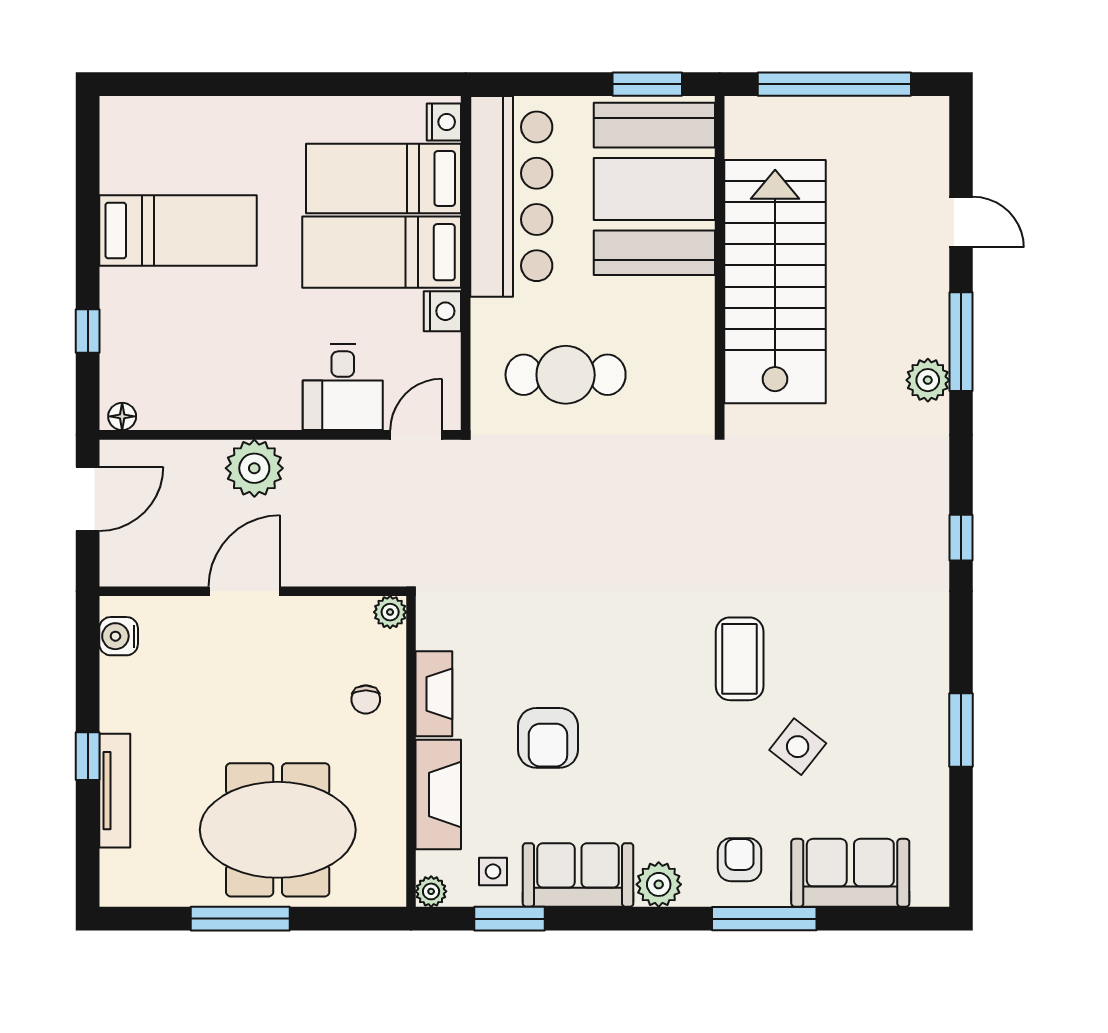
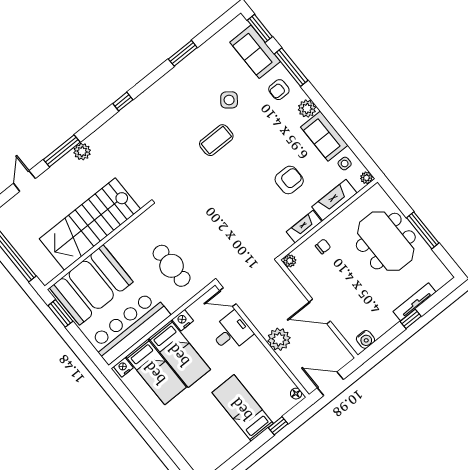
bed: (178, 230) -> (243, 408), moved
window: (509, 919) -> (260, 28), moved

